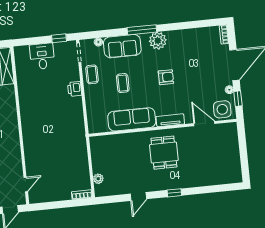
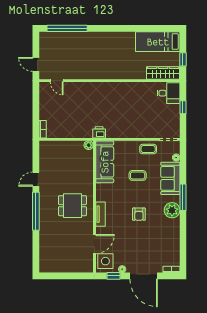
window: (59, 38) -> (183, 107), moved
desk: (42, 56) -> (169, 93), moved
printer: (75, 89) -> (99, 132), moved
sofa: (132, 119) -> (105, 162), moved
plant: (98, 179) -> (89, 145), moved
window: (174, 193) -> (36, 211), width x3.17
door: (138, 196) -> (36, 179), hinge flipped

